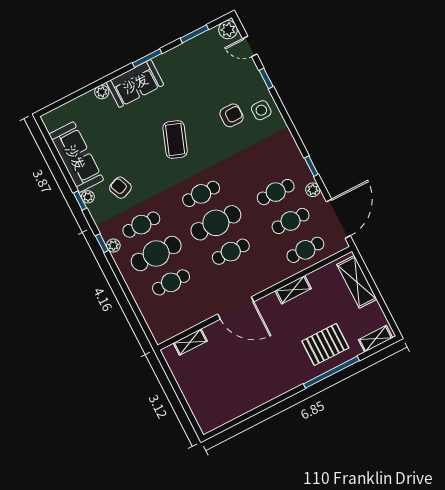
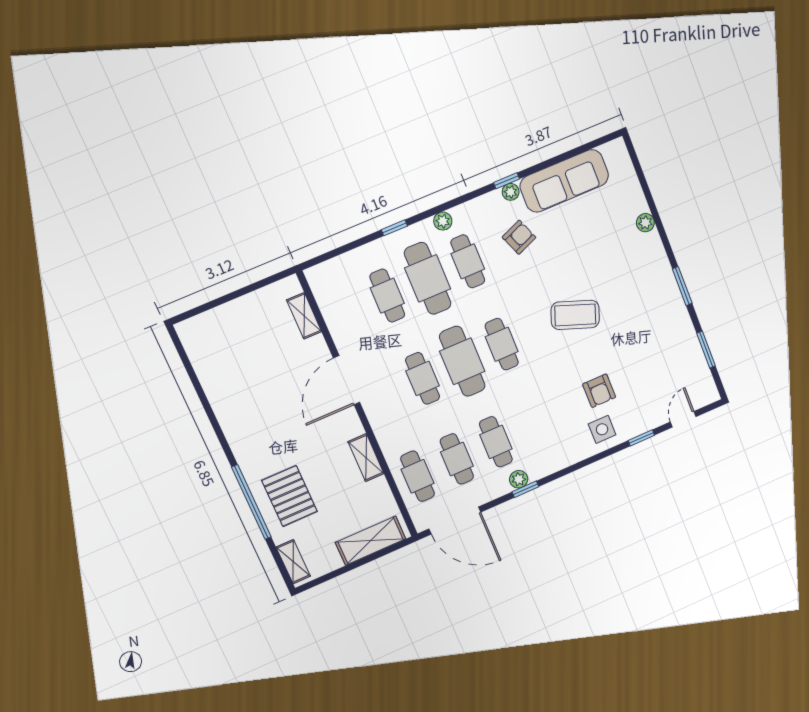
plant: (228, 30) -> (707, 393), removed
sofa: (135, 83) -> (652, 268), removed
plant: (313, 190) -> (519, 479), moved
window: (102, 243) -> (394, 228), moved

